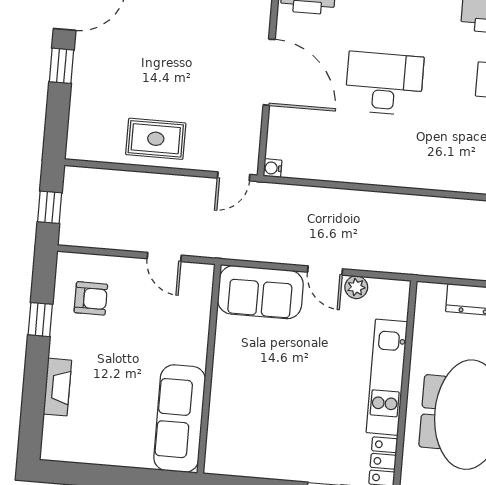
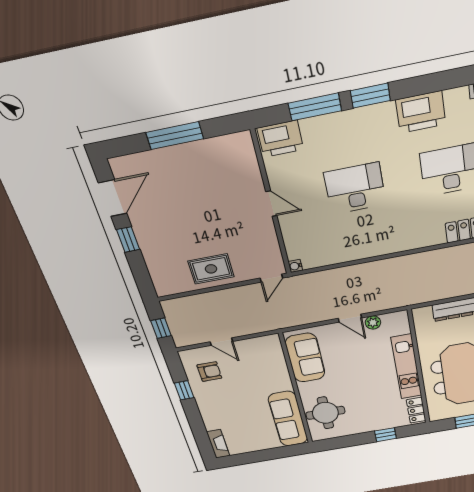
door: (269, 72) -> (271, 204), width x0.53
door: (164, 257) -> (221, 342), moved
sofa: (260, 292) -> (305, 358), moved, turned -90
fireplace: (57, 387) -> (218, 444), moved
round table: (241, 424) -> (325, 413), added

